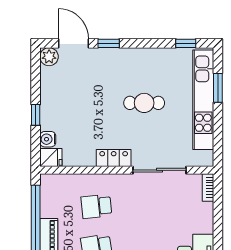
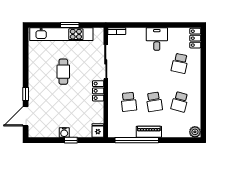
window: (186, 43) -> (26, 45), removed
plant: (49, 57) -> (34, 132), removed
window: (218, 88) -> (70, 25), moved
water cooler: (48, 139) -> (64, 133), moved

